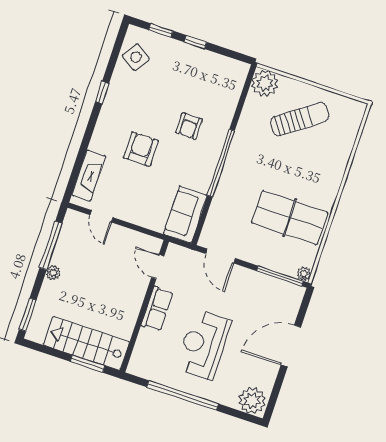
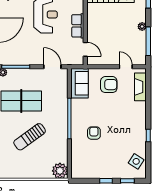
sun lounger: (300, 119) -> (30, 137), moved
armchair: (141, 149) -> (109, 85), moved, turned -90

